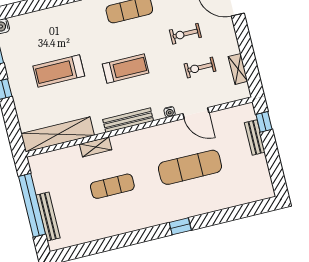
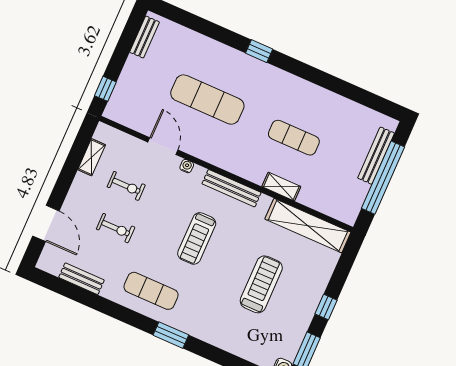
treadmill: (126, 69) -> (197, 238), turned -90
treadmill: (59, 71) -> (261, 284), turned -90
bench: (255, 137) -> (144, 37), moved

